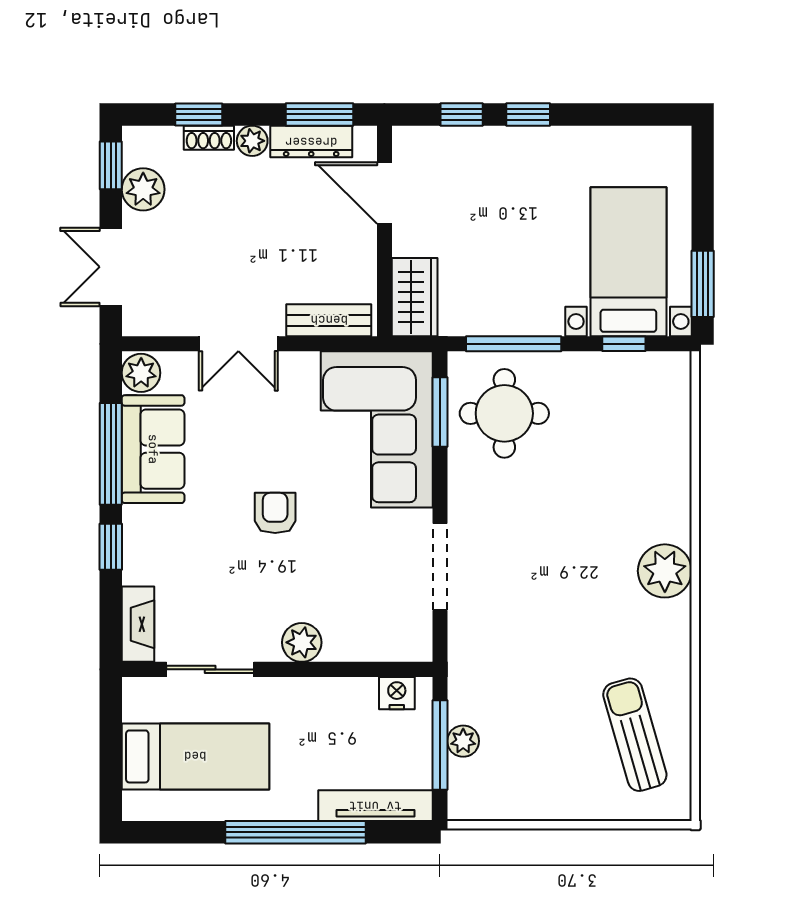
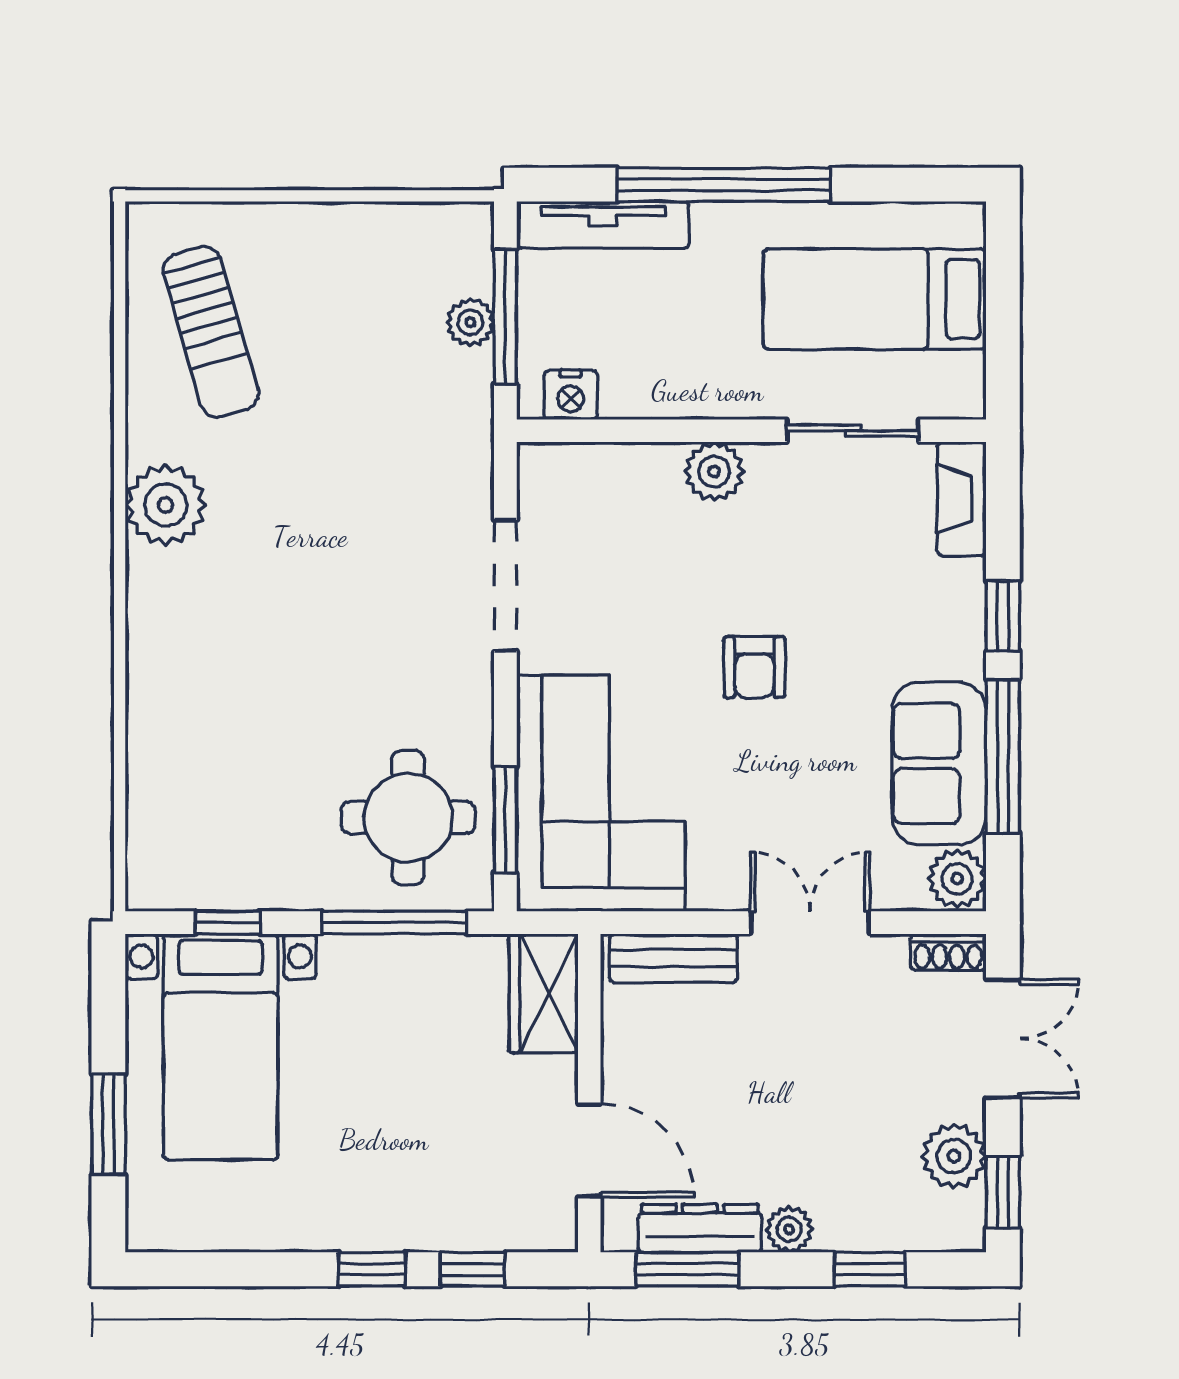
shoe rack: (209, 138) -> (948, 952), moved, turned 180
window: (703, 284) -> (108, 1124), moved
plant: (665, 571) -> (166, 505), moved

